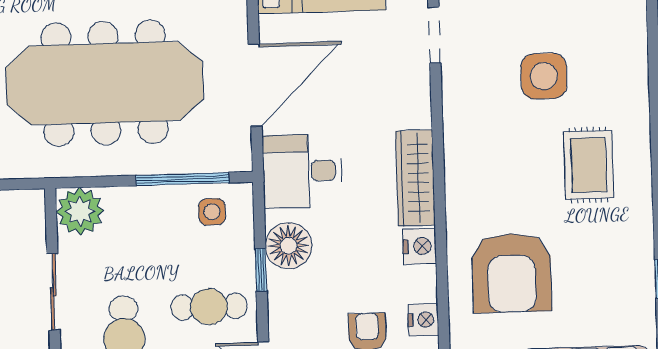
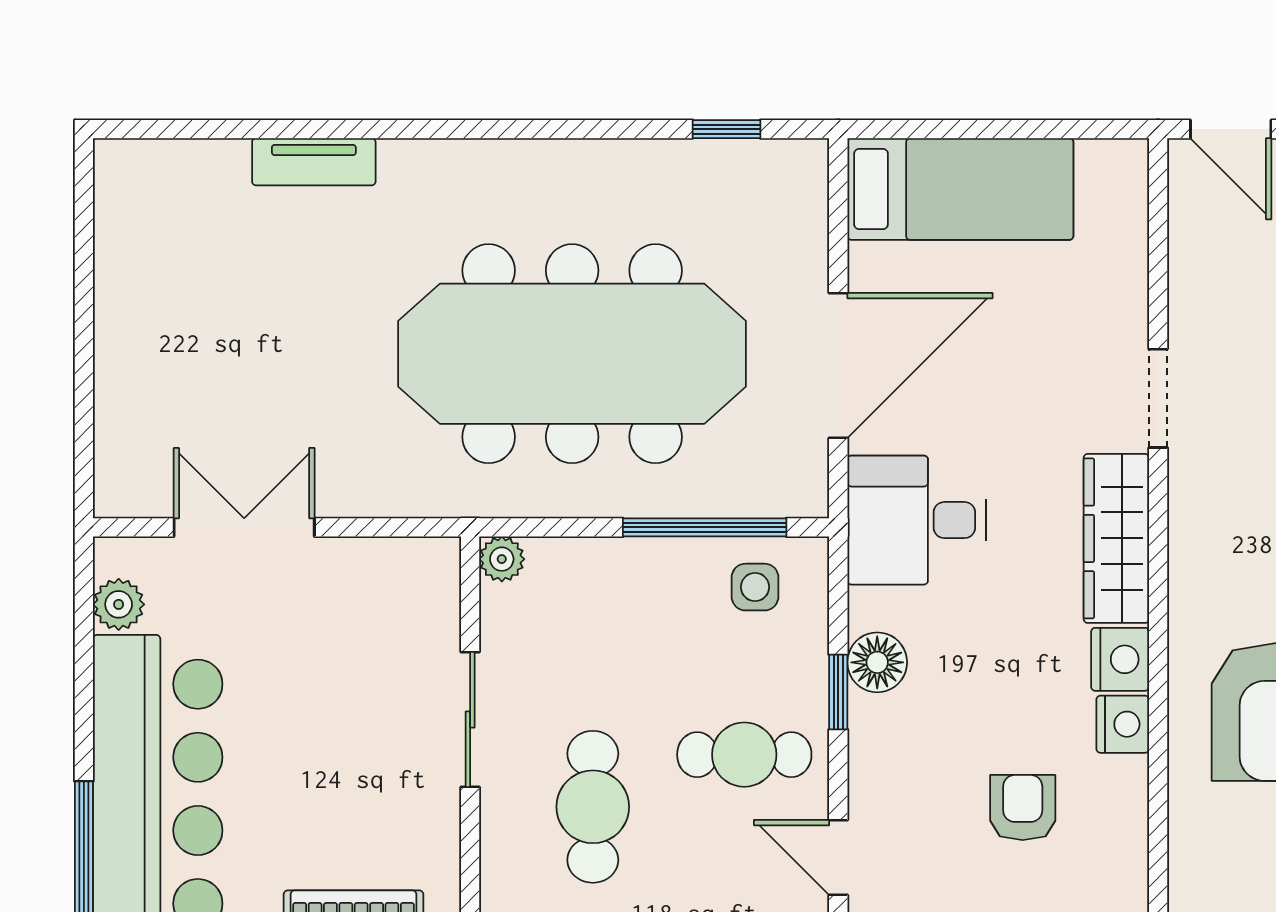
doorway: (434, 35) -> (1158, 398), moved
plant: (80, 211) -> (502, 559), width x0.53, depth x0.53
floor lamp: (289, 246) -> (877, 662), width x0.73, depth x0.73
nightstand: (423, 320) -> (1123, 724), moved

